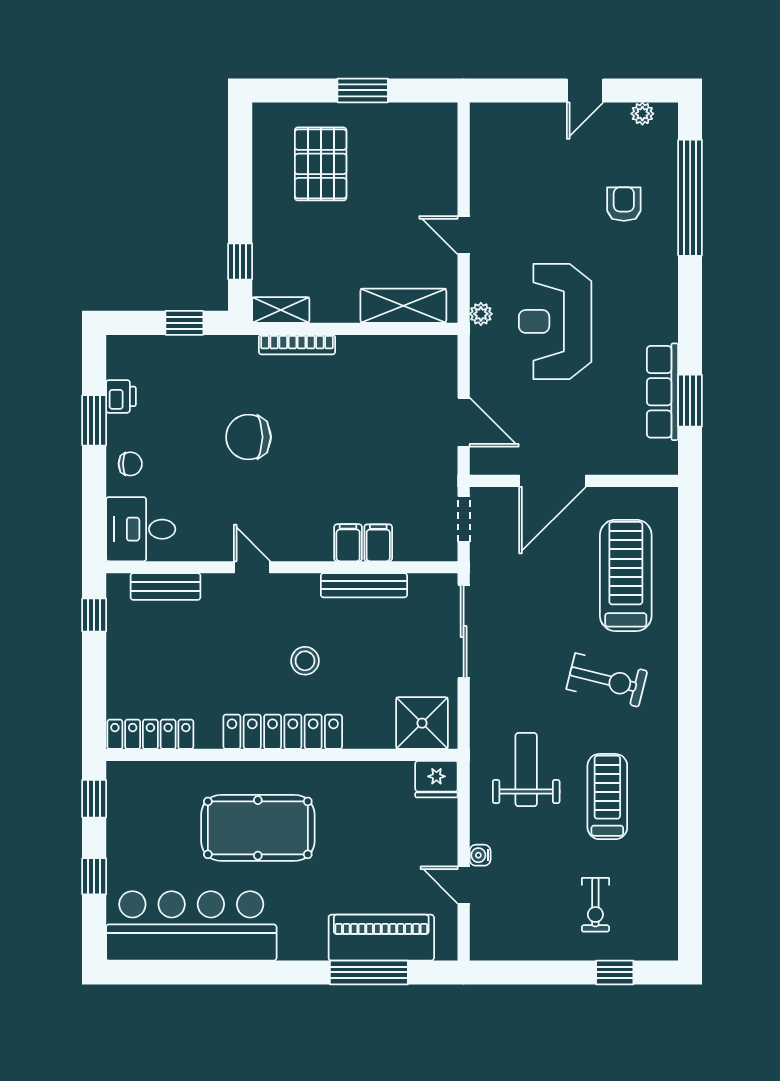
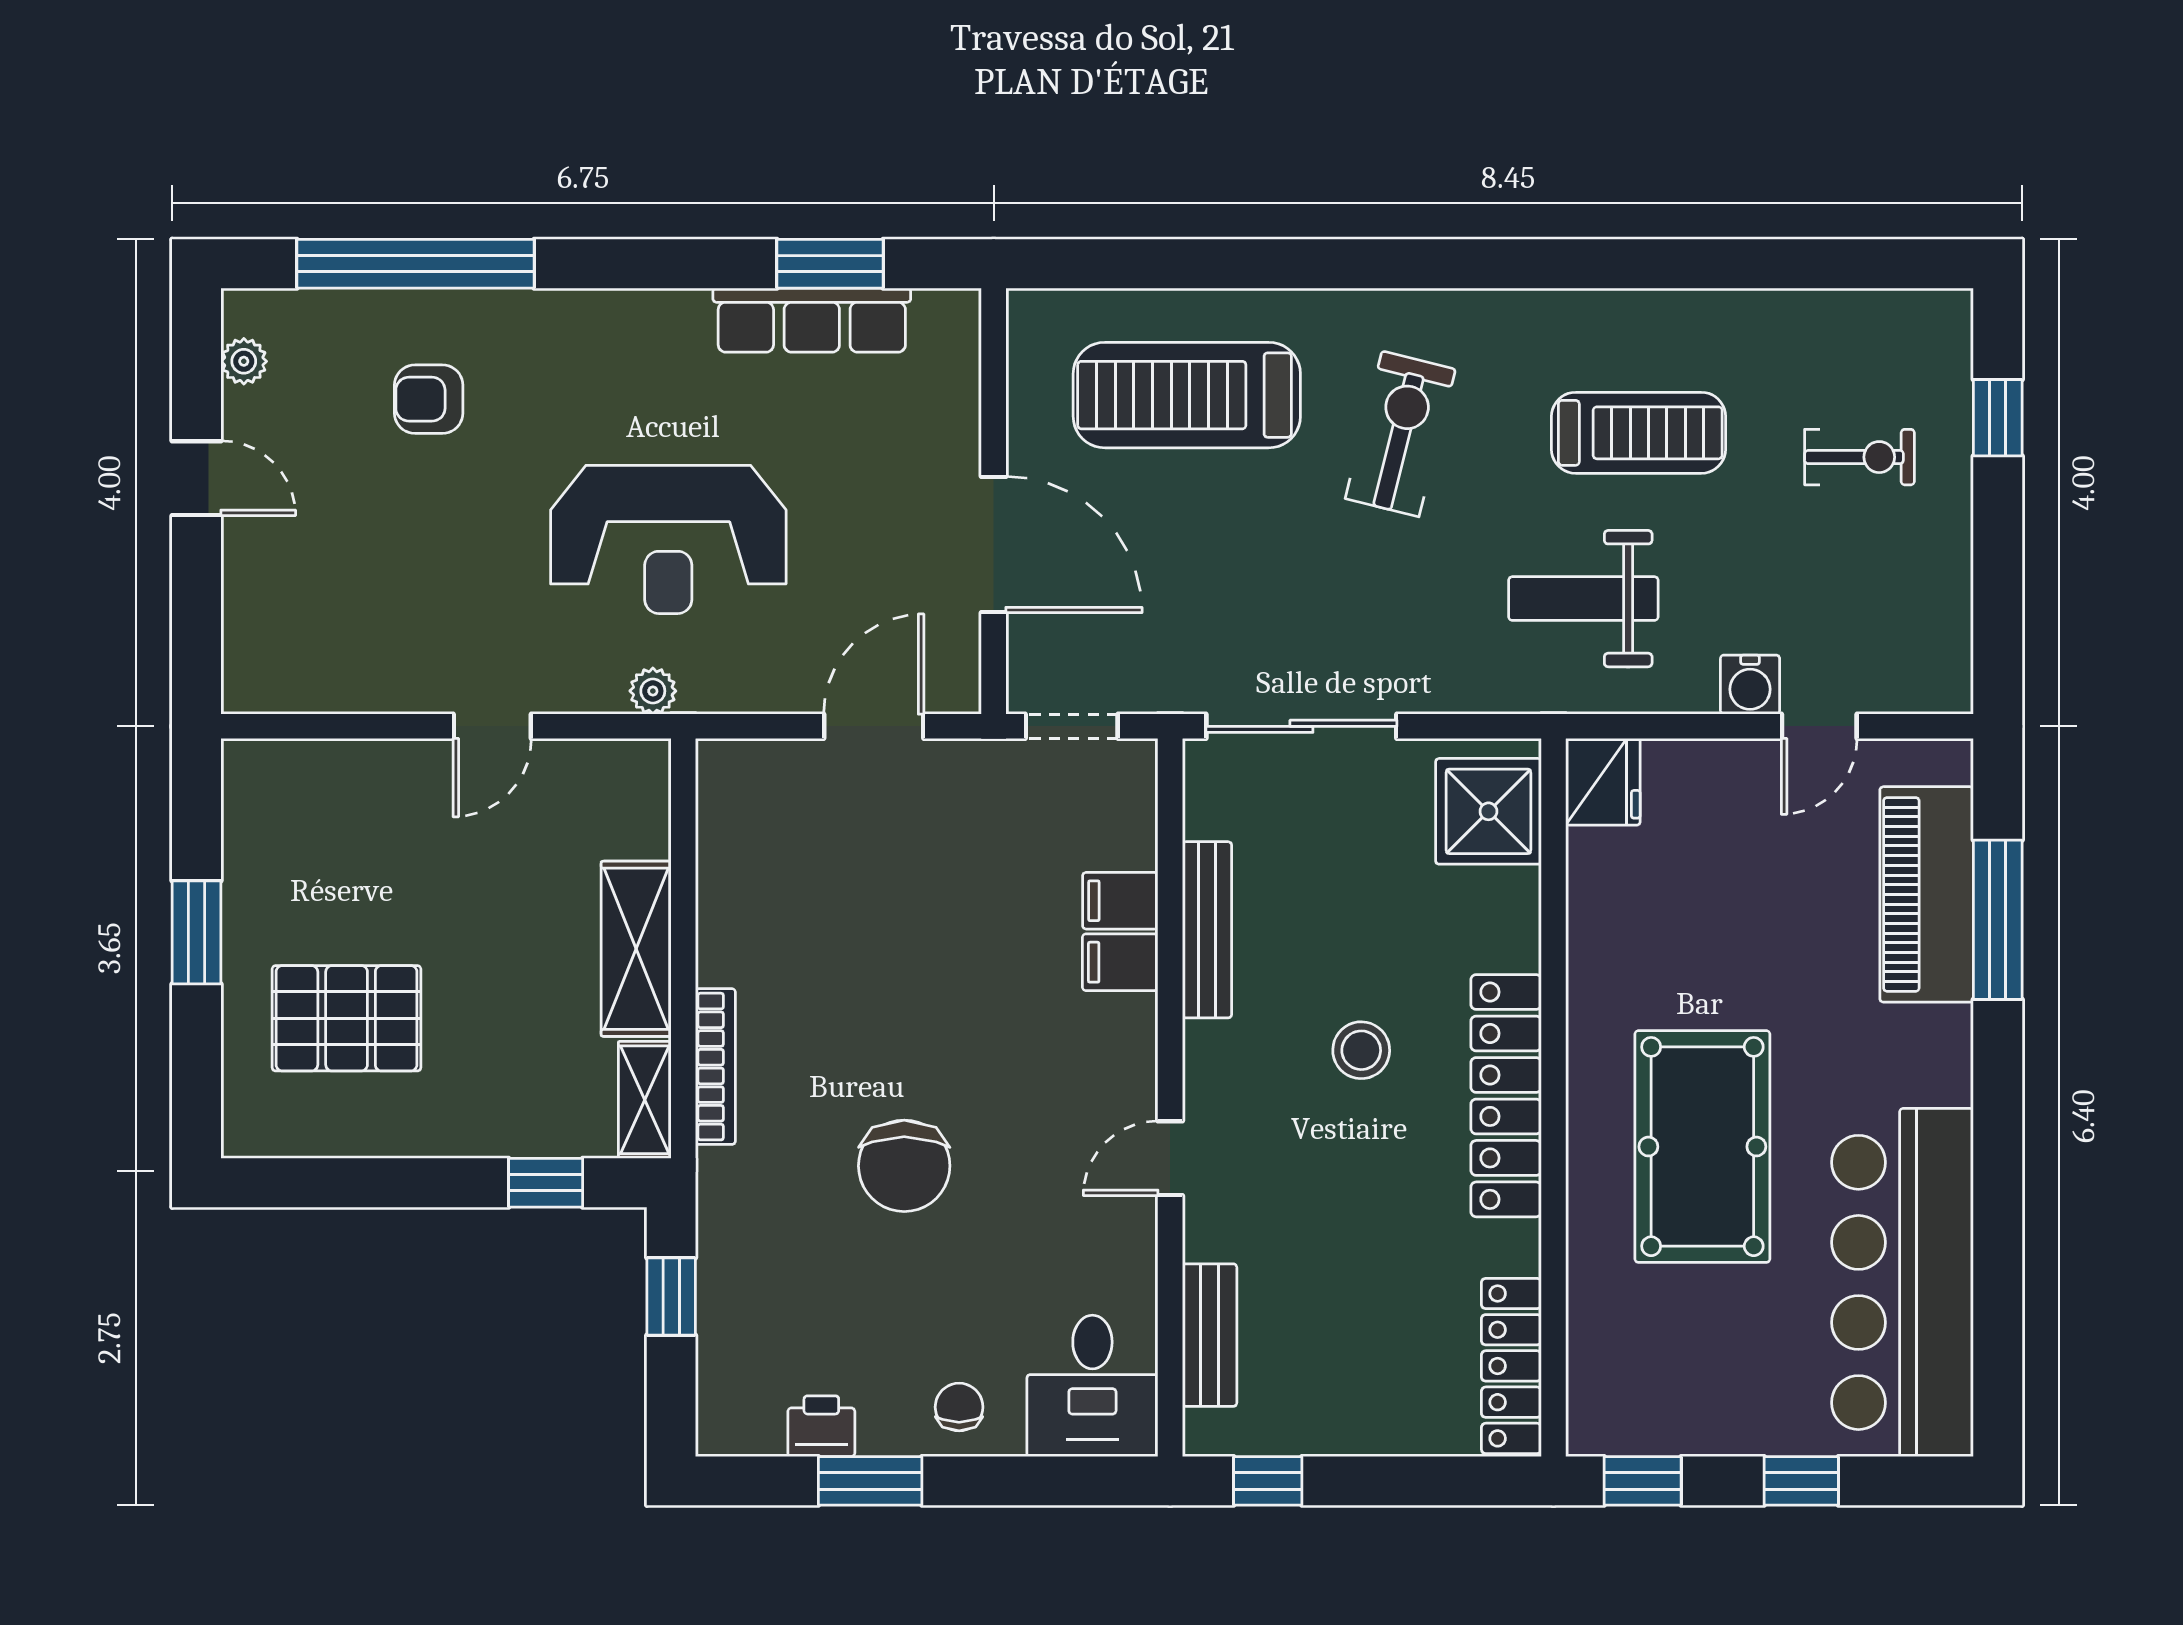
shelving: (403, 306) -> (636, 949), moved
treadmill: (607, 797) -> (1638, 433), turned 180
water cooler: (480, 855) -> (1750, 685), width x1.38, depth x1.38

